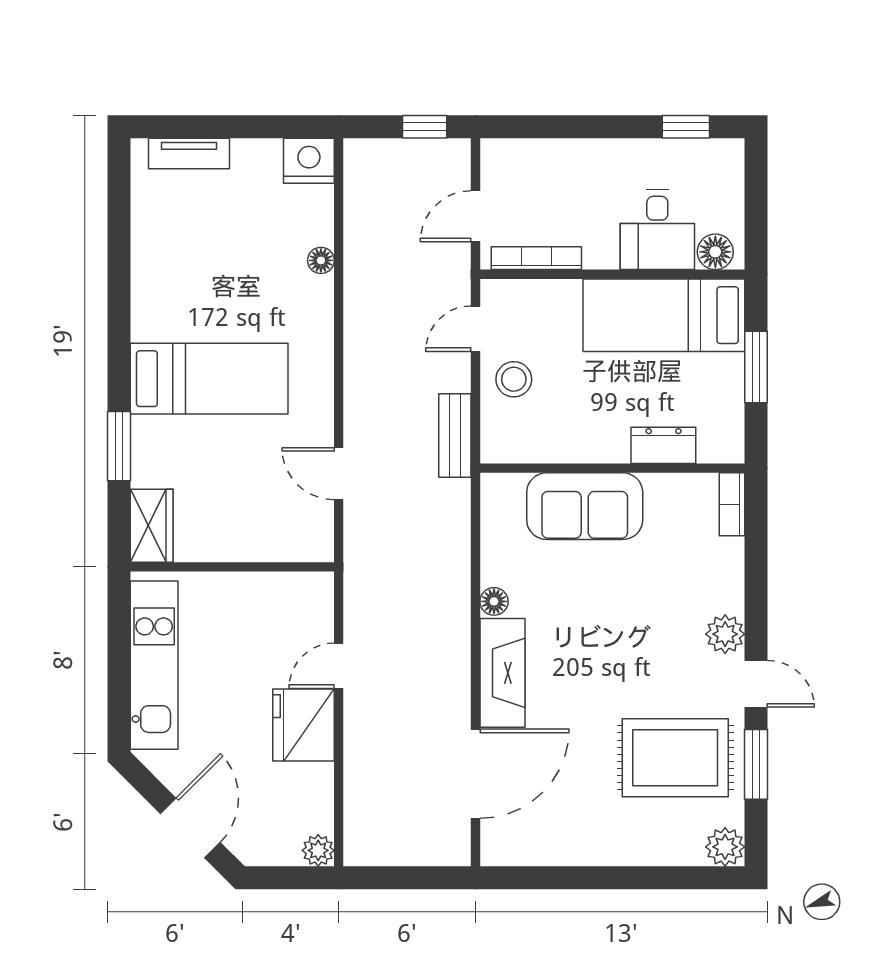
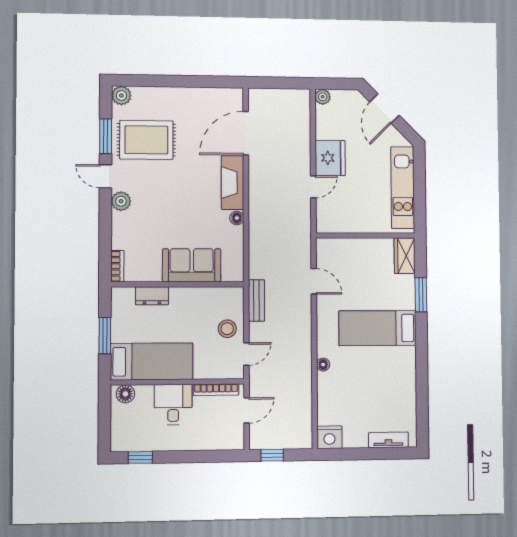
desk: (657, 230) -> (173, 405), moved
floor lamp: (321, 260) -> (323, 365), moved

